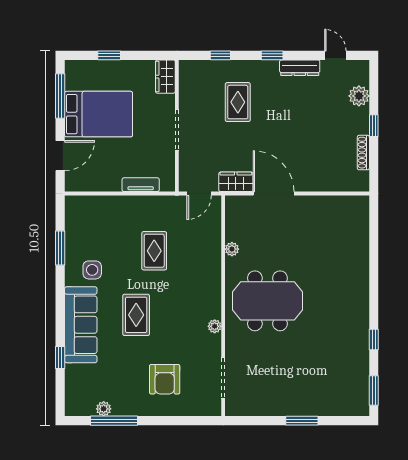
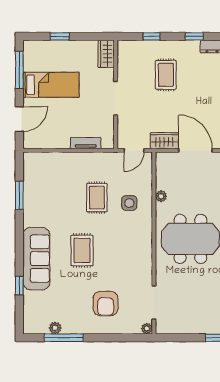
bed: (99, 114) -> (51, 85), width x0.67
side table: (92, 270) -> (129, 203), moved
plant: (215, 326) -> (147, 328), moved

